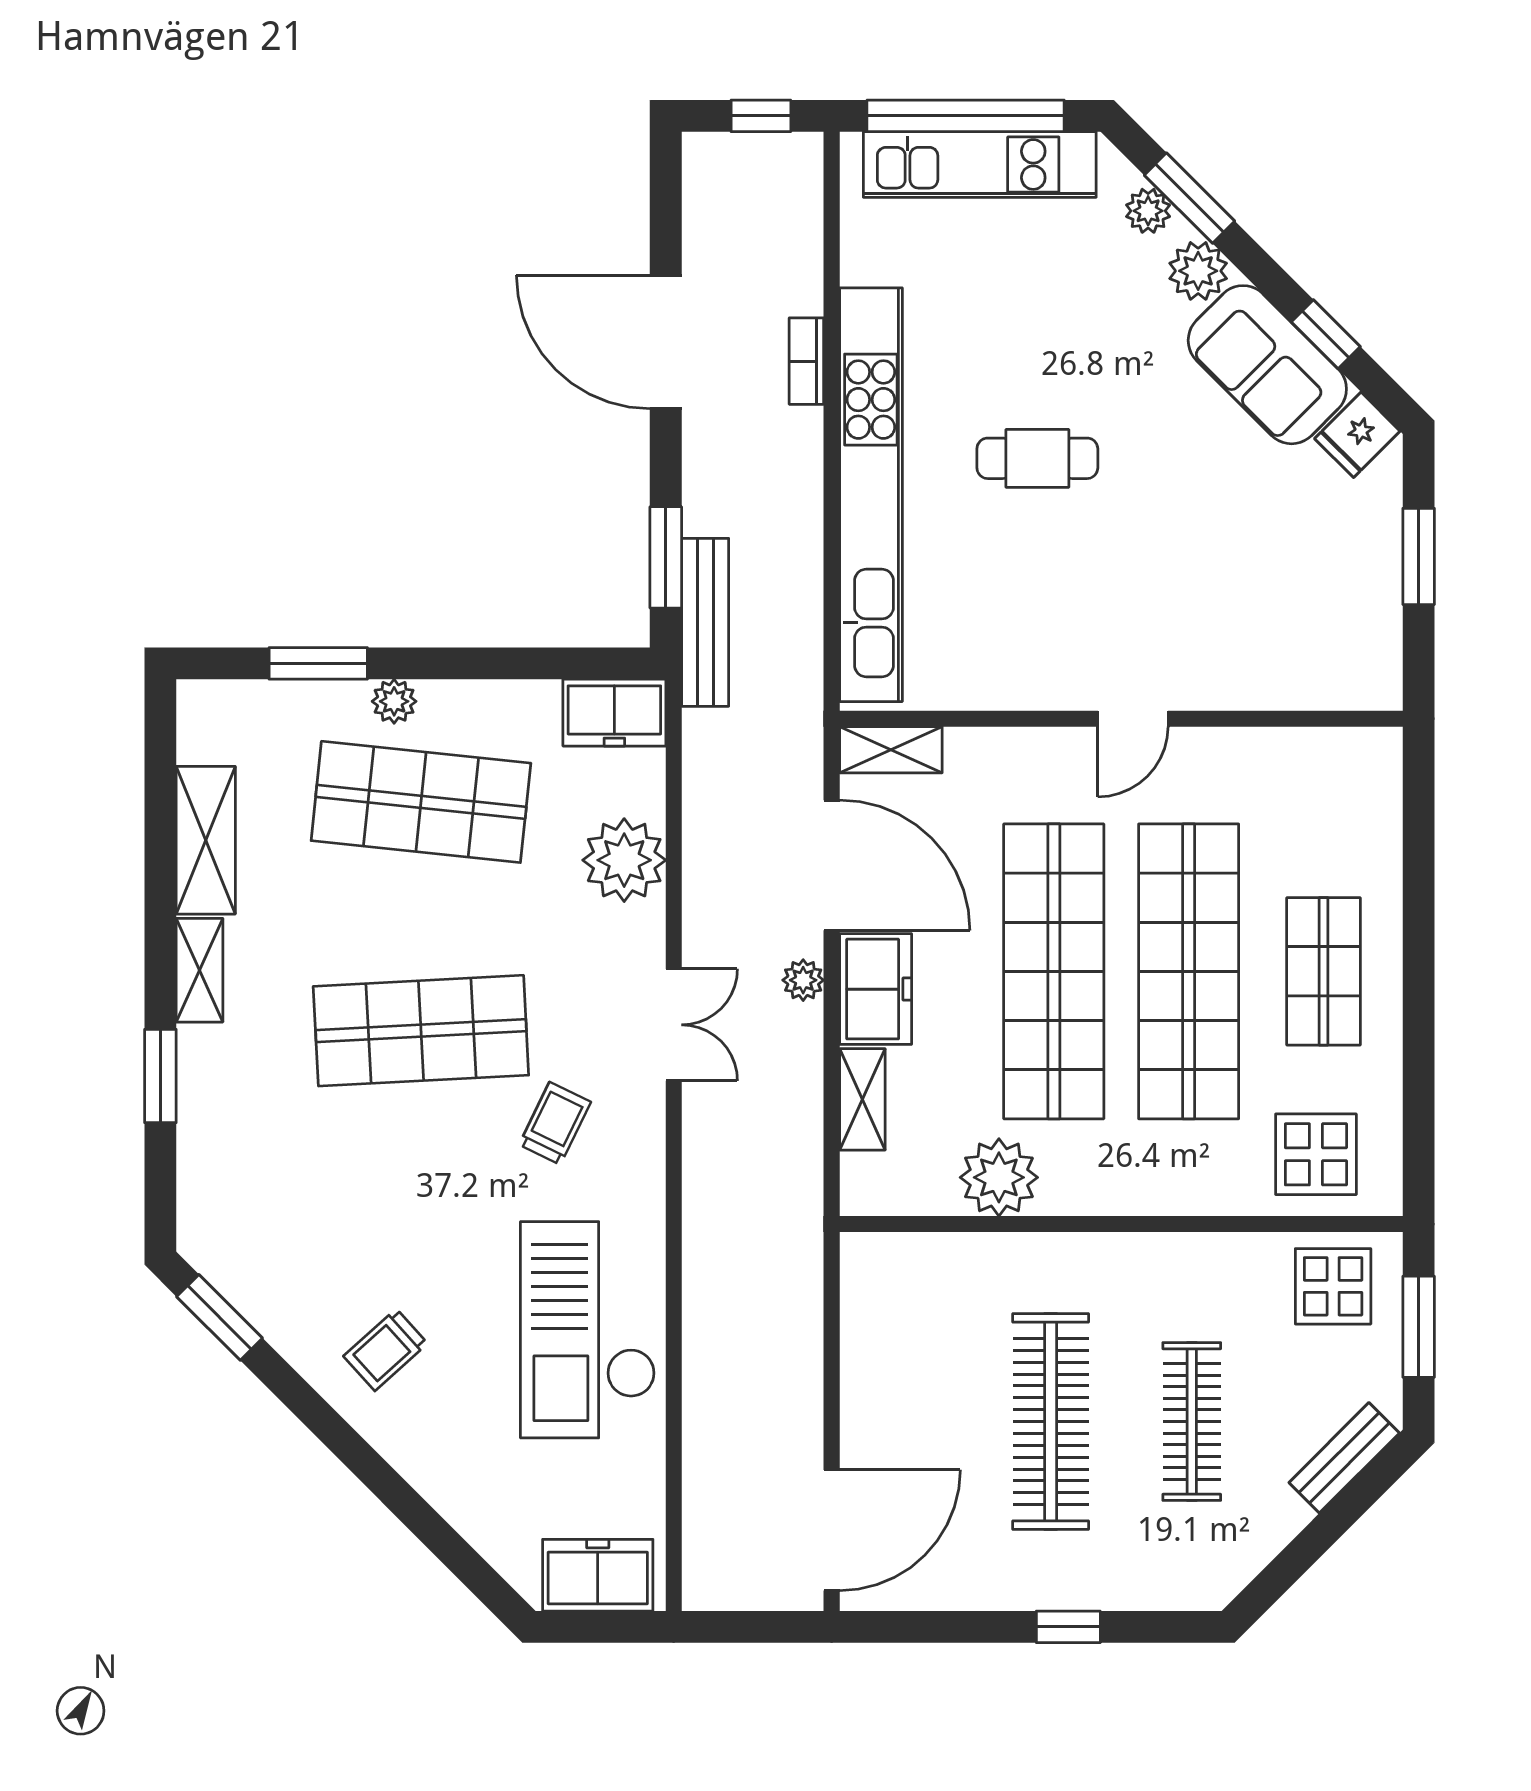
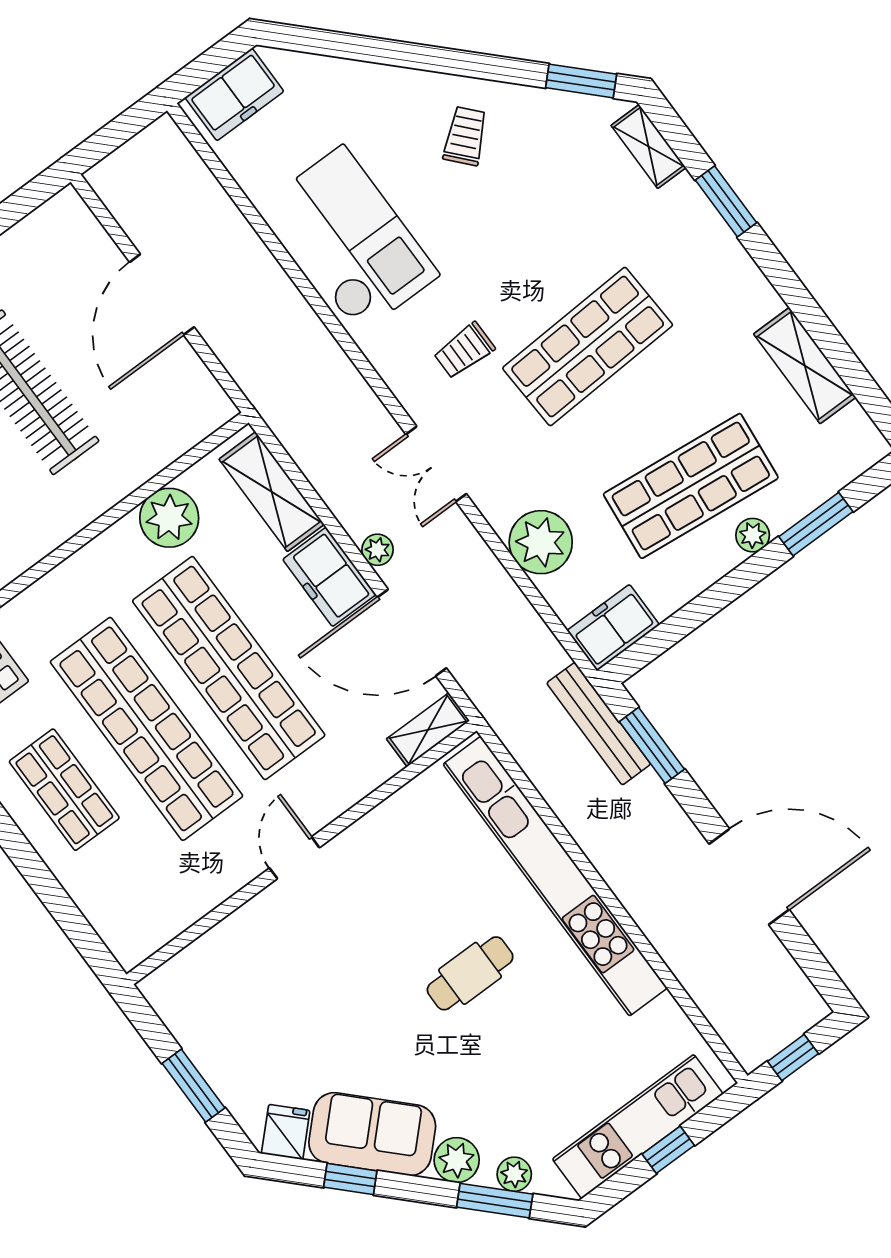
window: (966, 116) -> (668, 1150), width x0.32
bookcase: (806, 361) -> (655, 929), removed
shelving: (200, 970) -> (648, 146), moved
shelving: (862, 1099) -> (272, 492), width x1.50, depth x1.33
trolley: (555, 1123) -> (464, 350), turned 64
door: (832, 1530) -> (162, 295), moved

